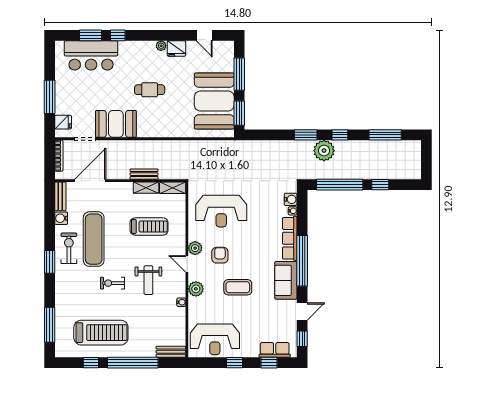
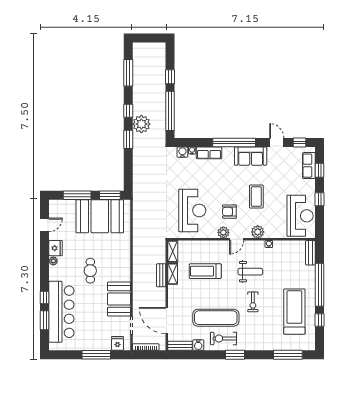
bar counter: (91, 55) -> (61, 312), width x1.36
treadmill: (149, 226) -> (205, 271), turned -90
row of seats: (290, 238) -> (209, 153), width x0.68

